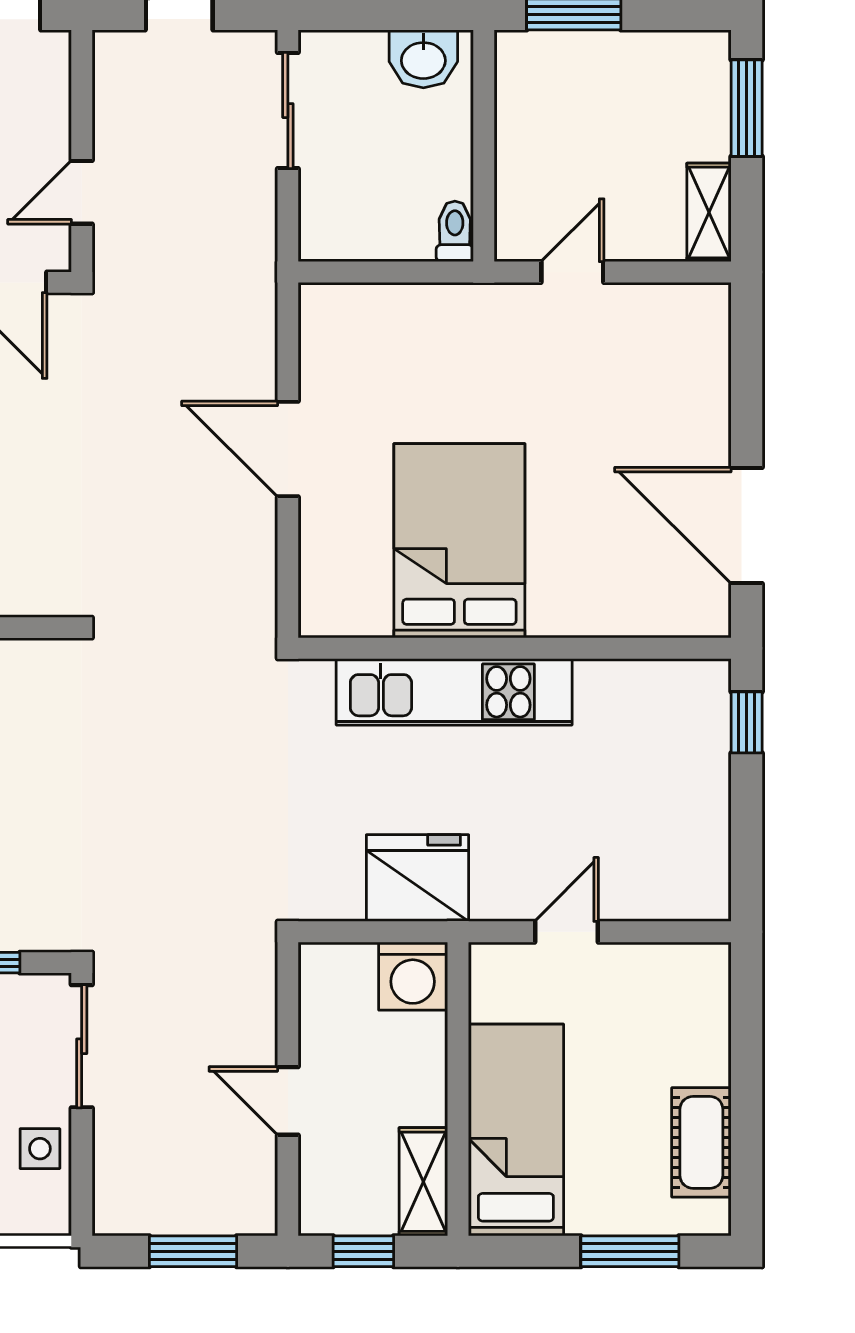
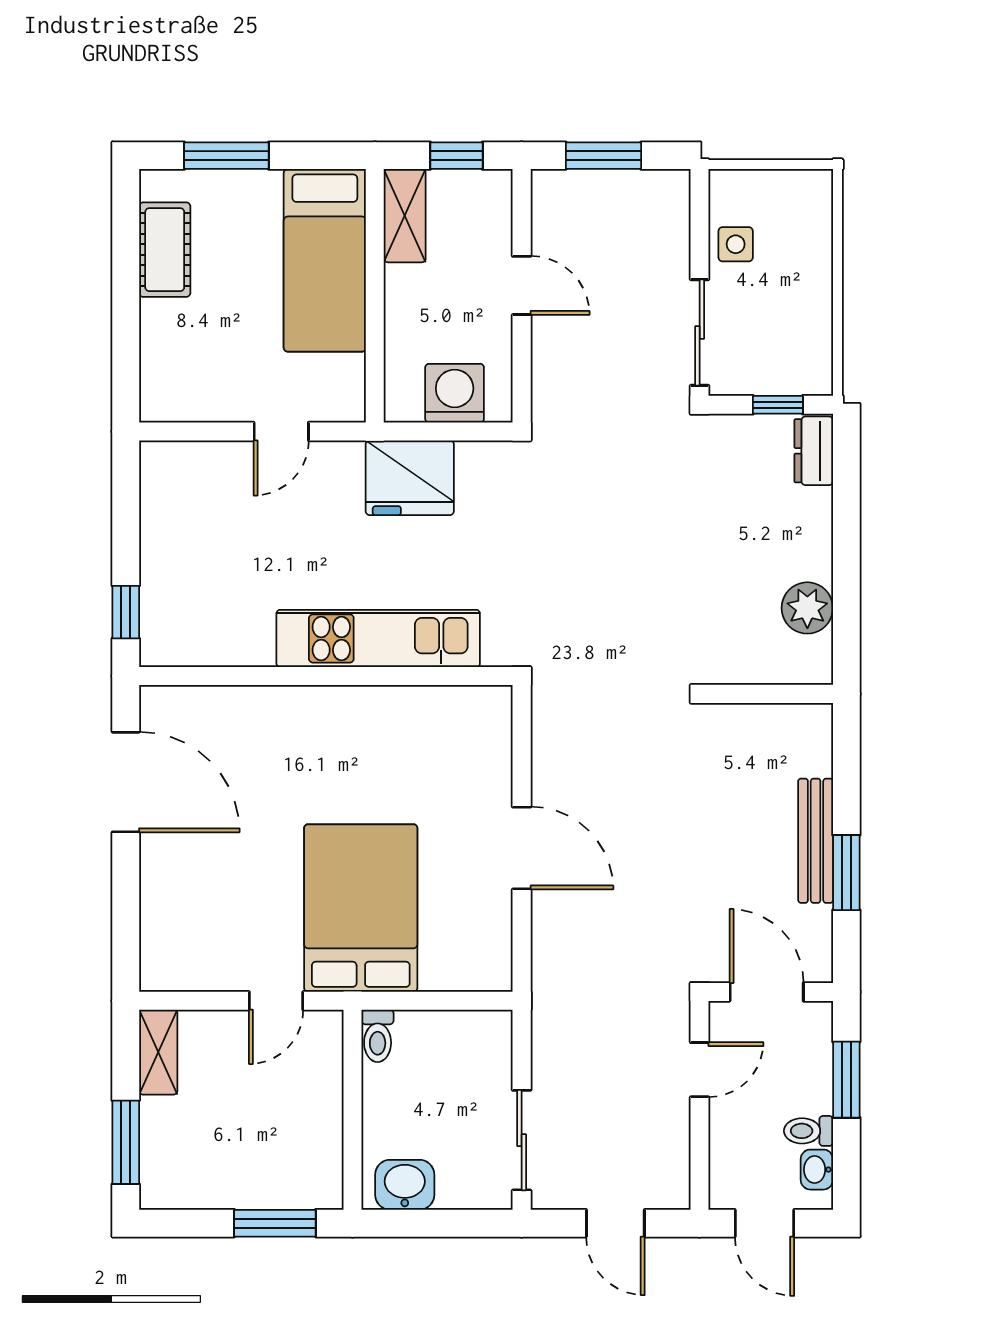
bed: (459, 541) -> (361, 908), moved, turned 180
washing machine: (413, 976) -> (455, 393), moved

